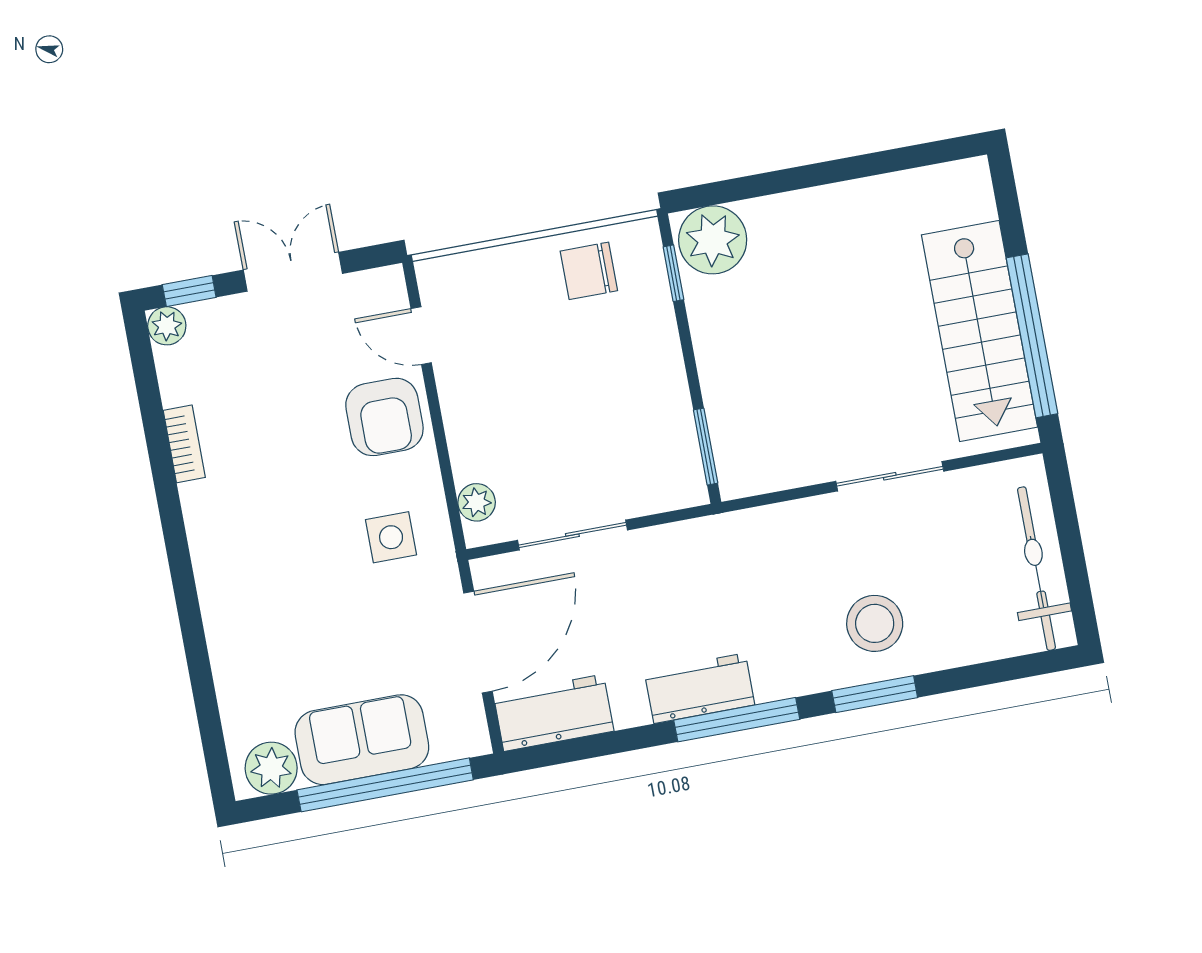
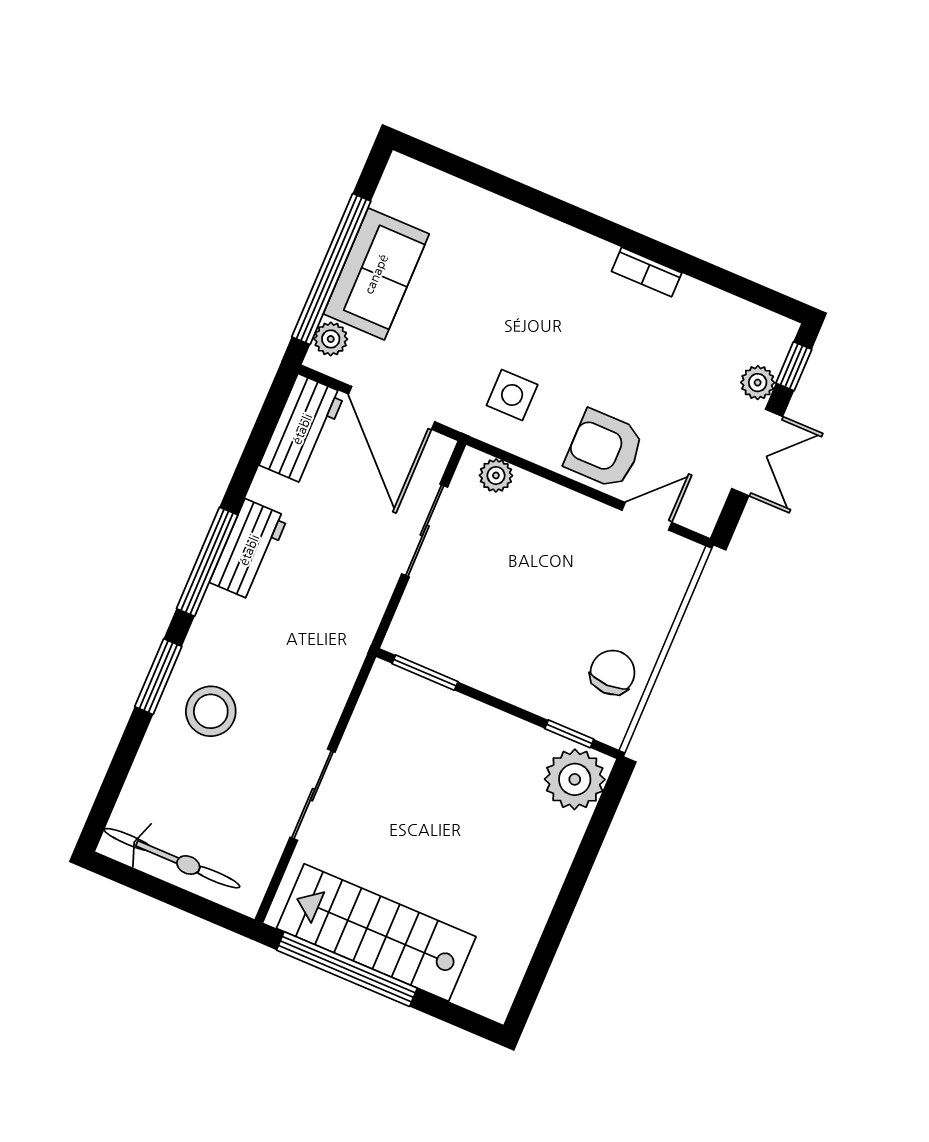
plant: (167, 326) -> (758, 383), moved
bookcase: (184, 444) -> (647, 272), moved
plant: (271, 768) -> (331, 339), moved, width x0.73, depth x0.73

